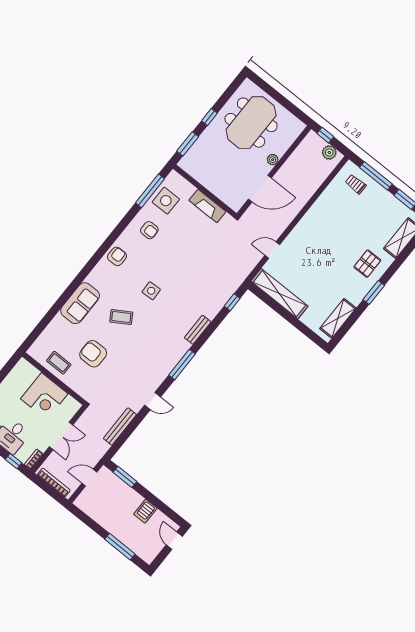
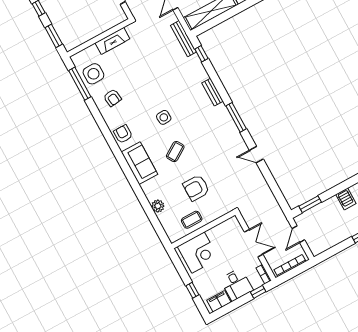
armchair: (149, 230) -> (112, 98), turned 83
sofa: (80, 303) -> (139, 163), moved
plant: (58, 322) -> (158, 206), added
corner desk: (44, 396) -> (198, 252), moved
door: (153, 401) -> (256, 155), swing flipped
bench: (120, 426) -> (183, 39), moved

